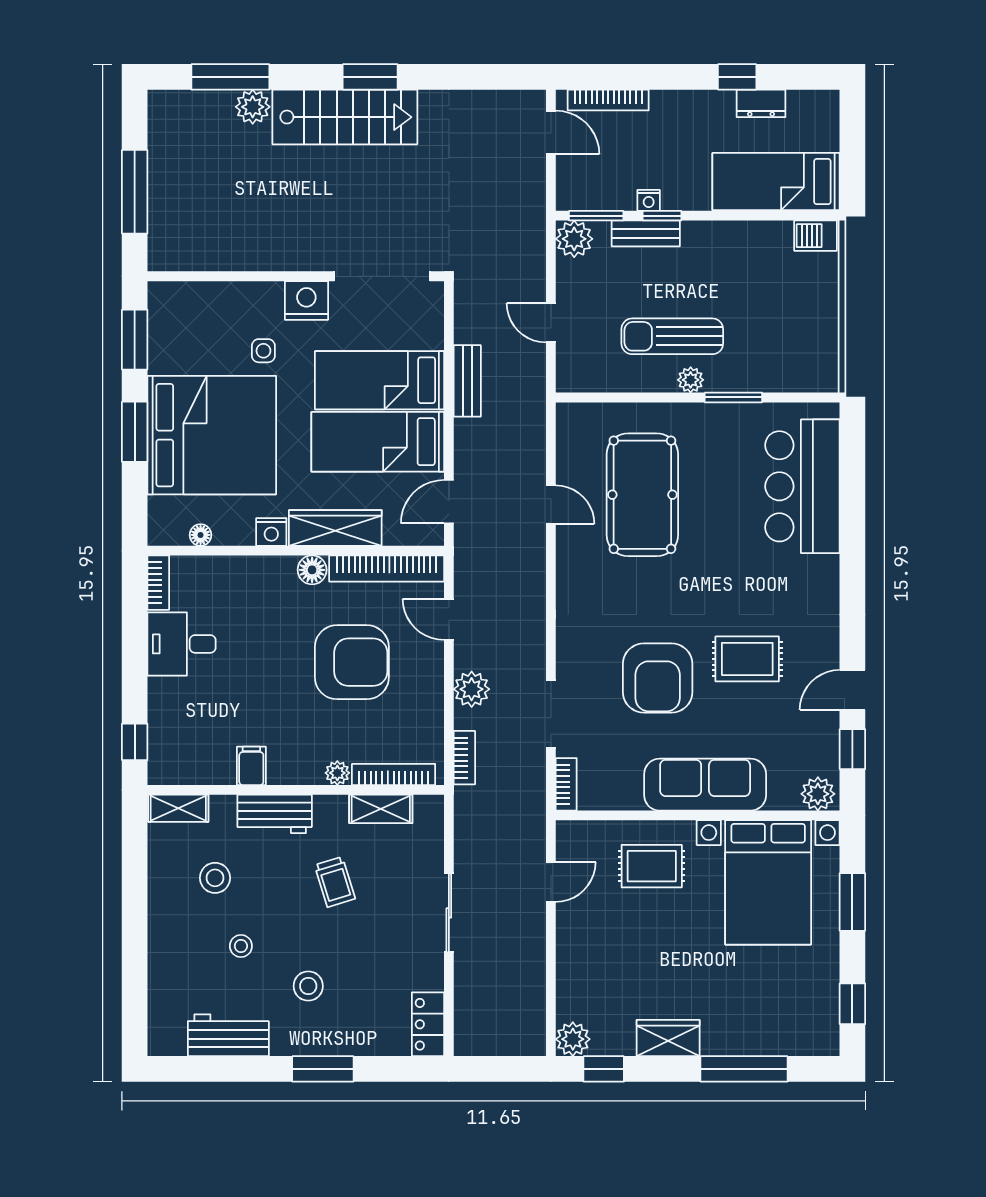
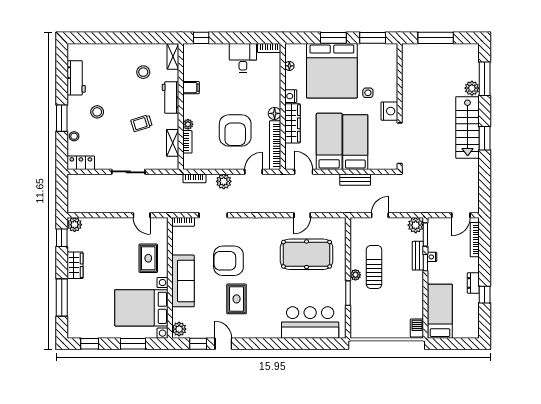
dresser: (761, 103) -> (473, 283), moved
bookcase: (394, 774) -> (187, 142), width x0.64
stool: (241, 946) -> (74, 136), moved

